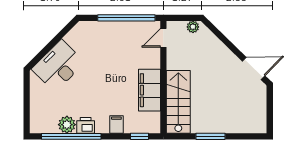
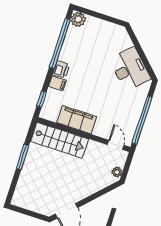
desk: (58, 66) -> (130, 69), moved
plant: (67, 125) -> (78, 19), moved
printer: (86, 125) -> (61, 70), moved

